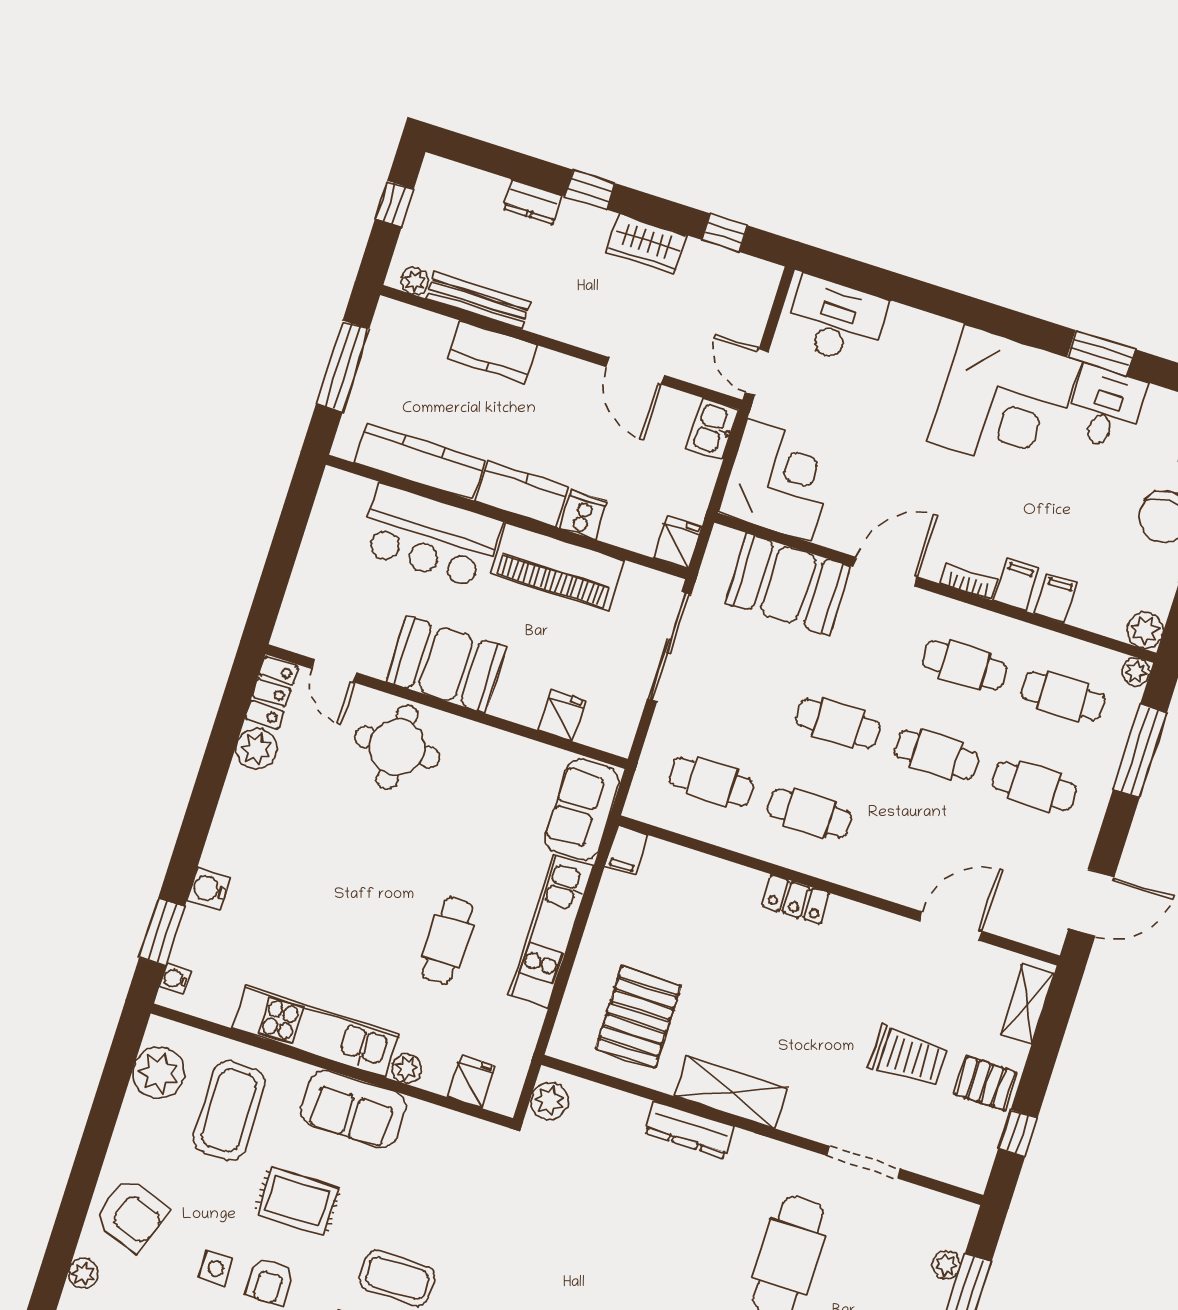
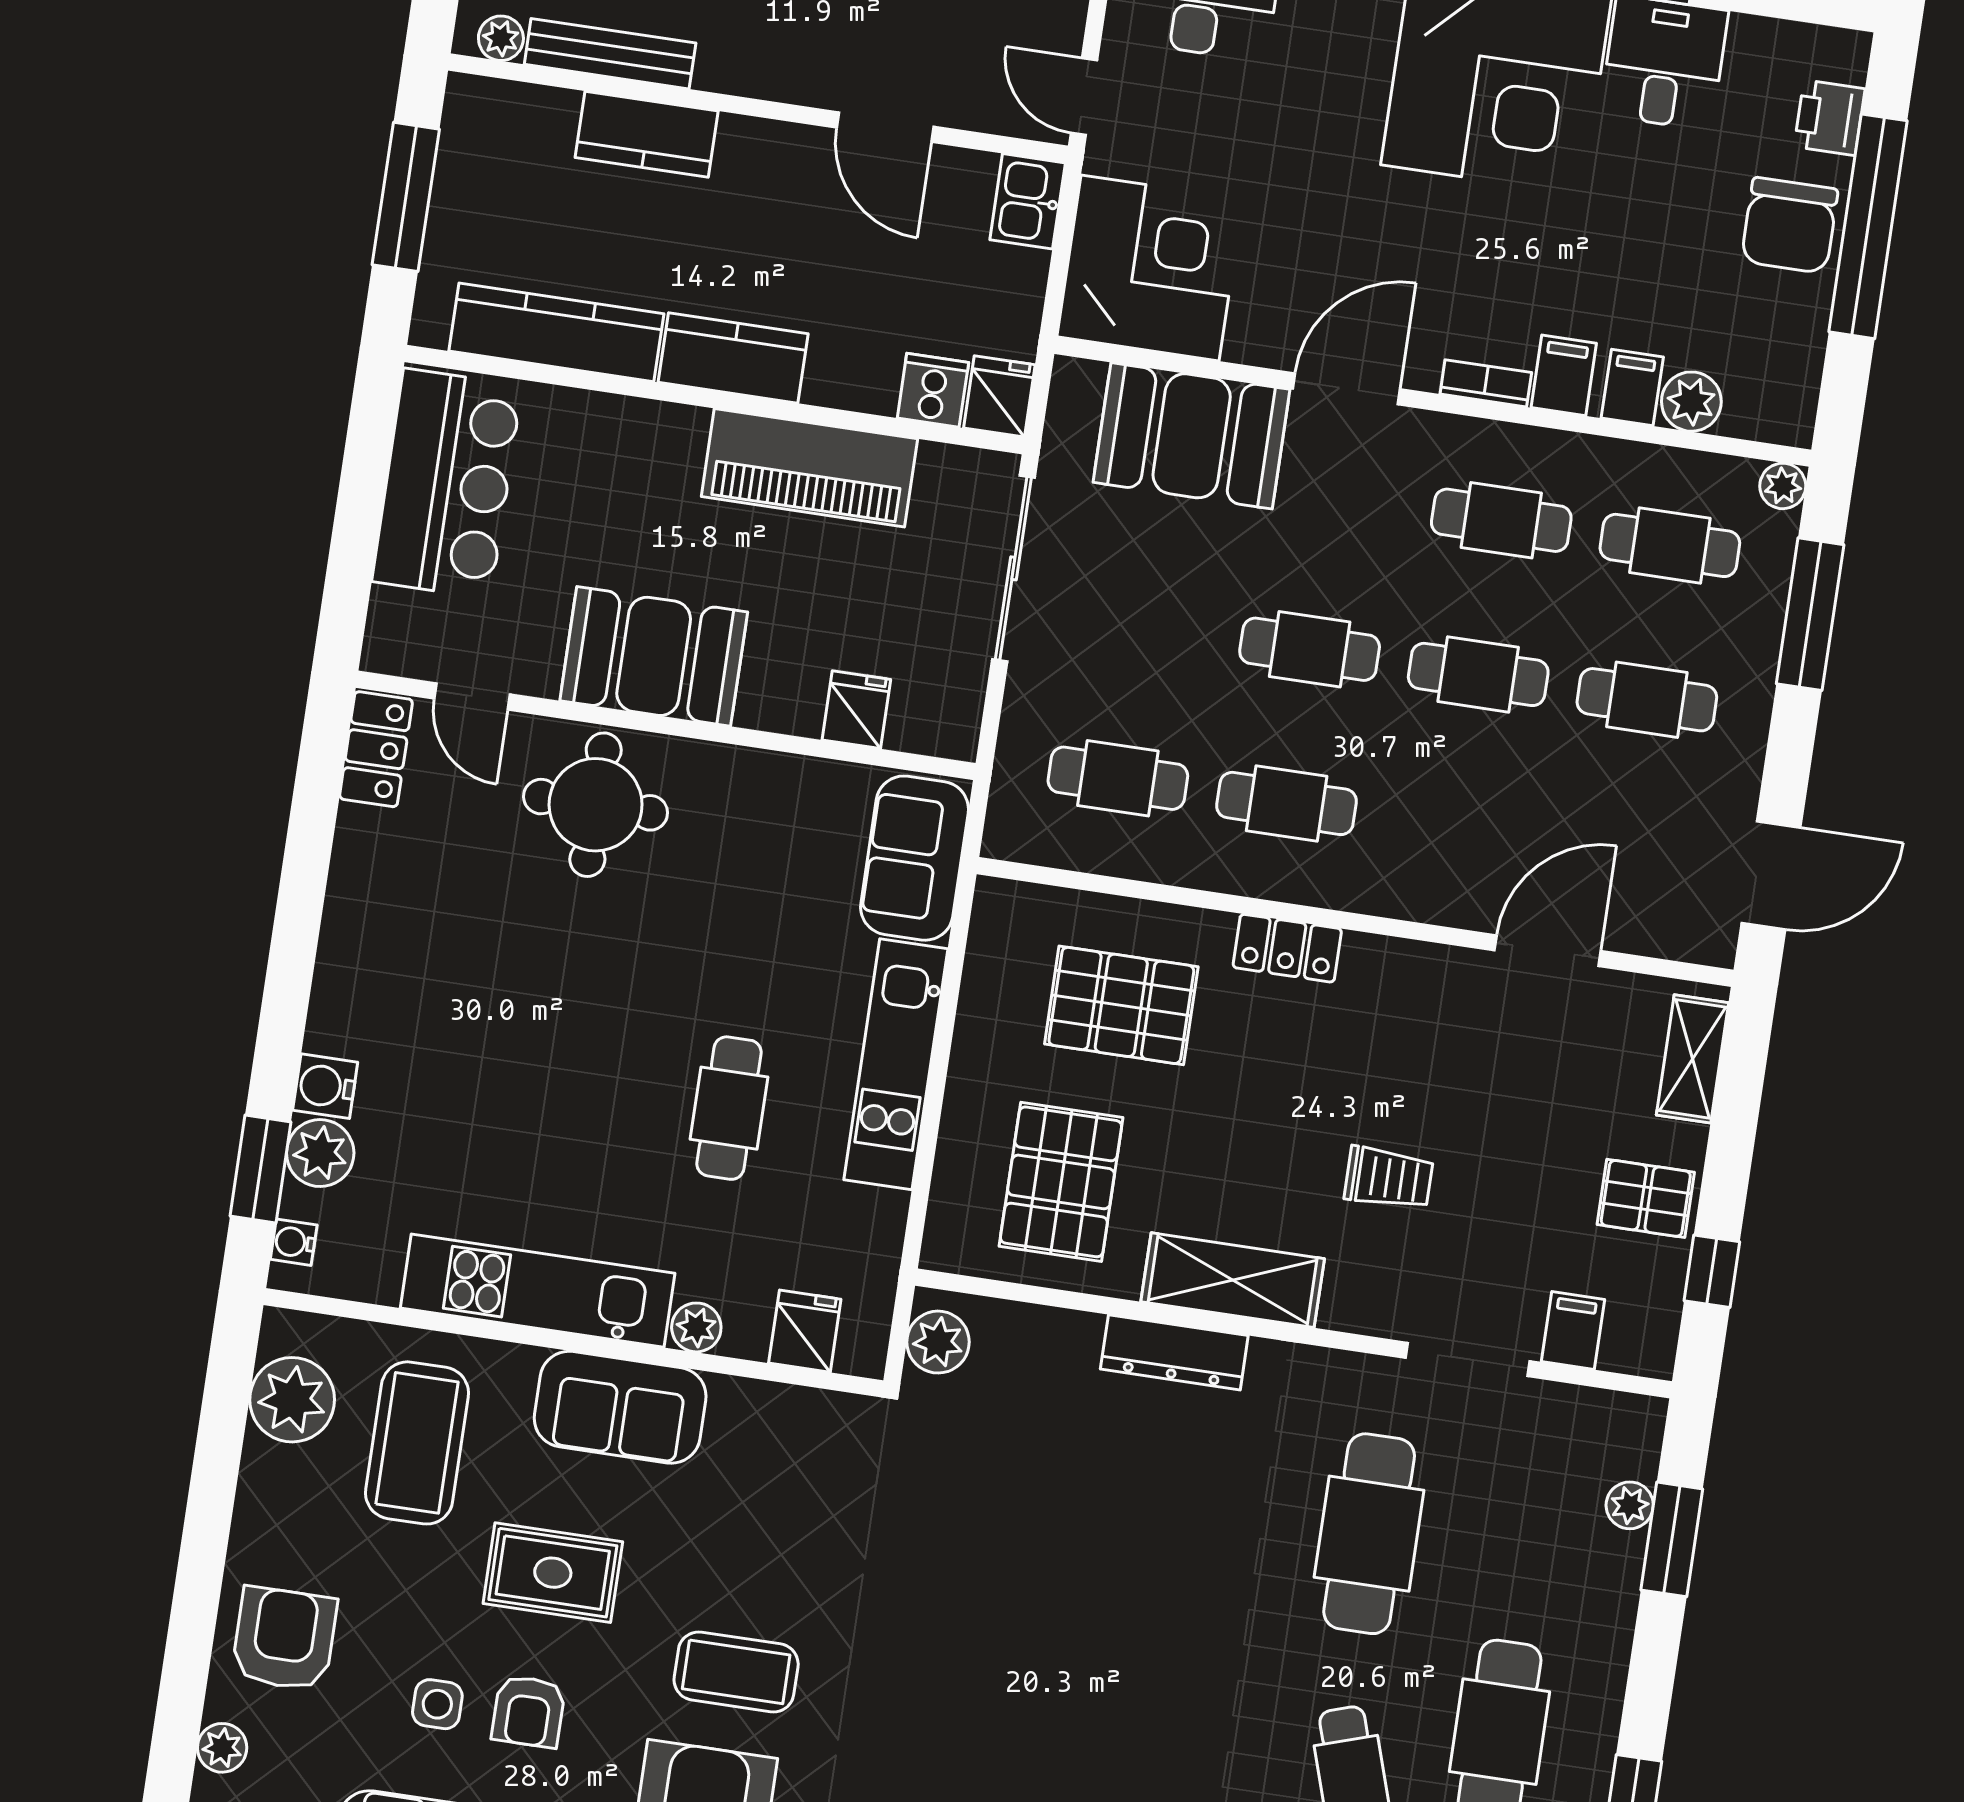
cooker: (583, 515) -> (933, 390), moved
bar counter: (430, 536) -> (447, 484), moved, turned -90
plant: (1145, 630) -> (1691, 402), moved
plant: (256, 749) -> (320, 1153), moved
filing cabinet: (626, 851) -> (1573, 1331), moved, turned 180
pallet: (691, 918) -> (1121, 1005), added
trolley: (908, 1056) -> (1389, 1178), moved, width x0.73, depth x0.72
armchair: (131, 1215) -> (284, 1639), turned -109

